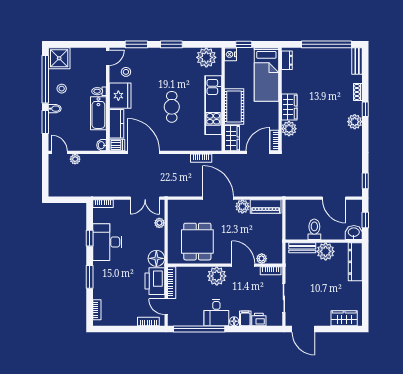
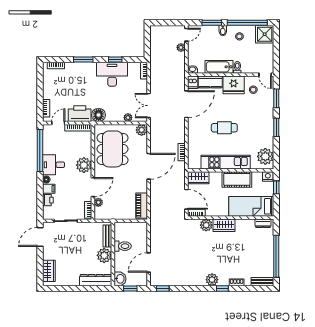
cot: (234, 107) -> (237, 179), moved
plant: (242, 206) -> (142, 130), moved
dining table: (197, 242) -> (112, 149), width x1.38

